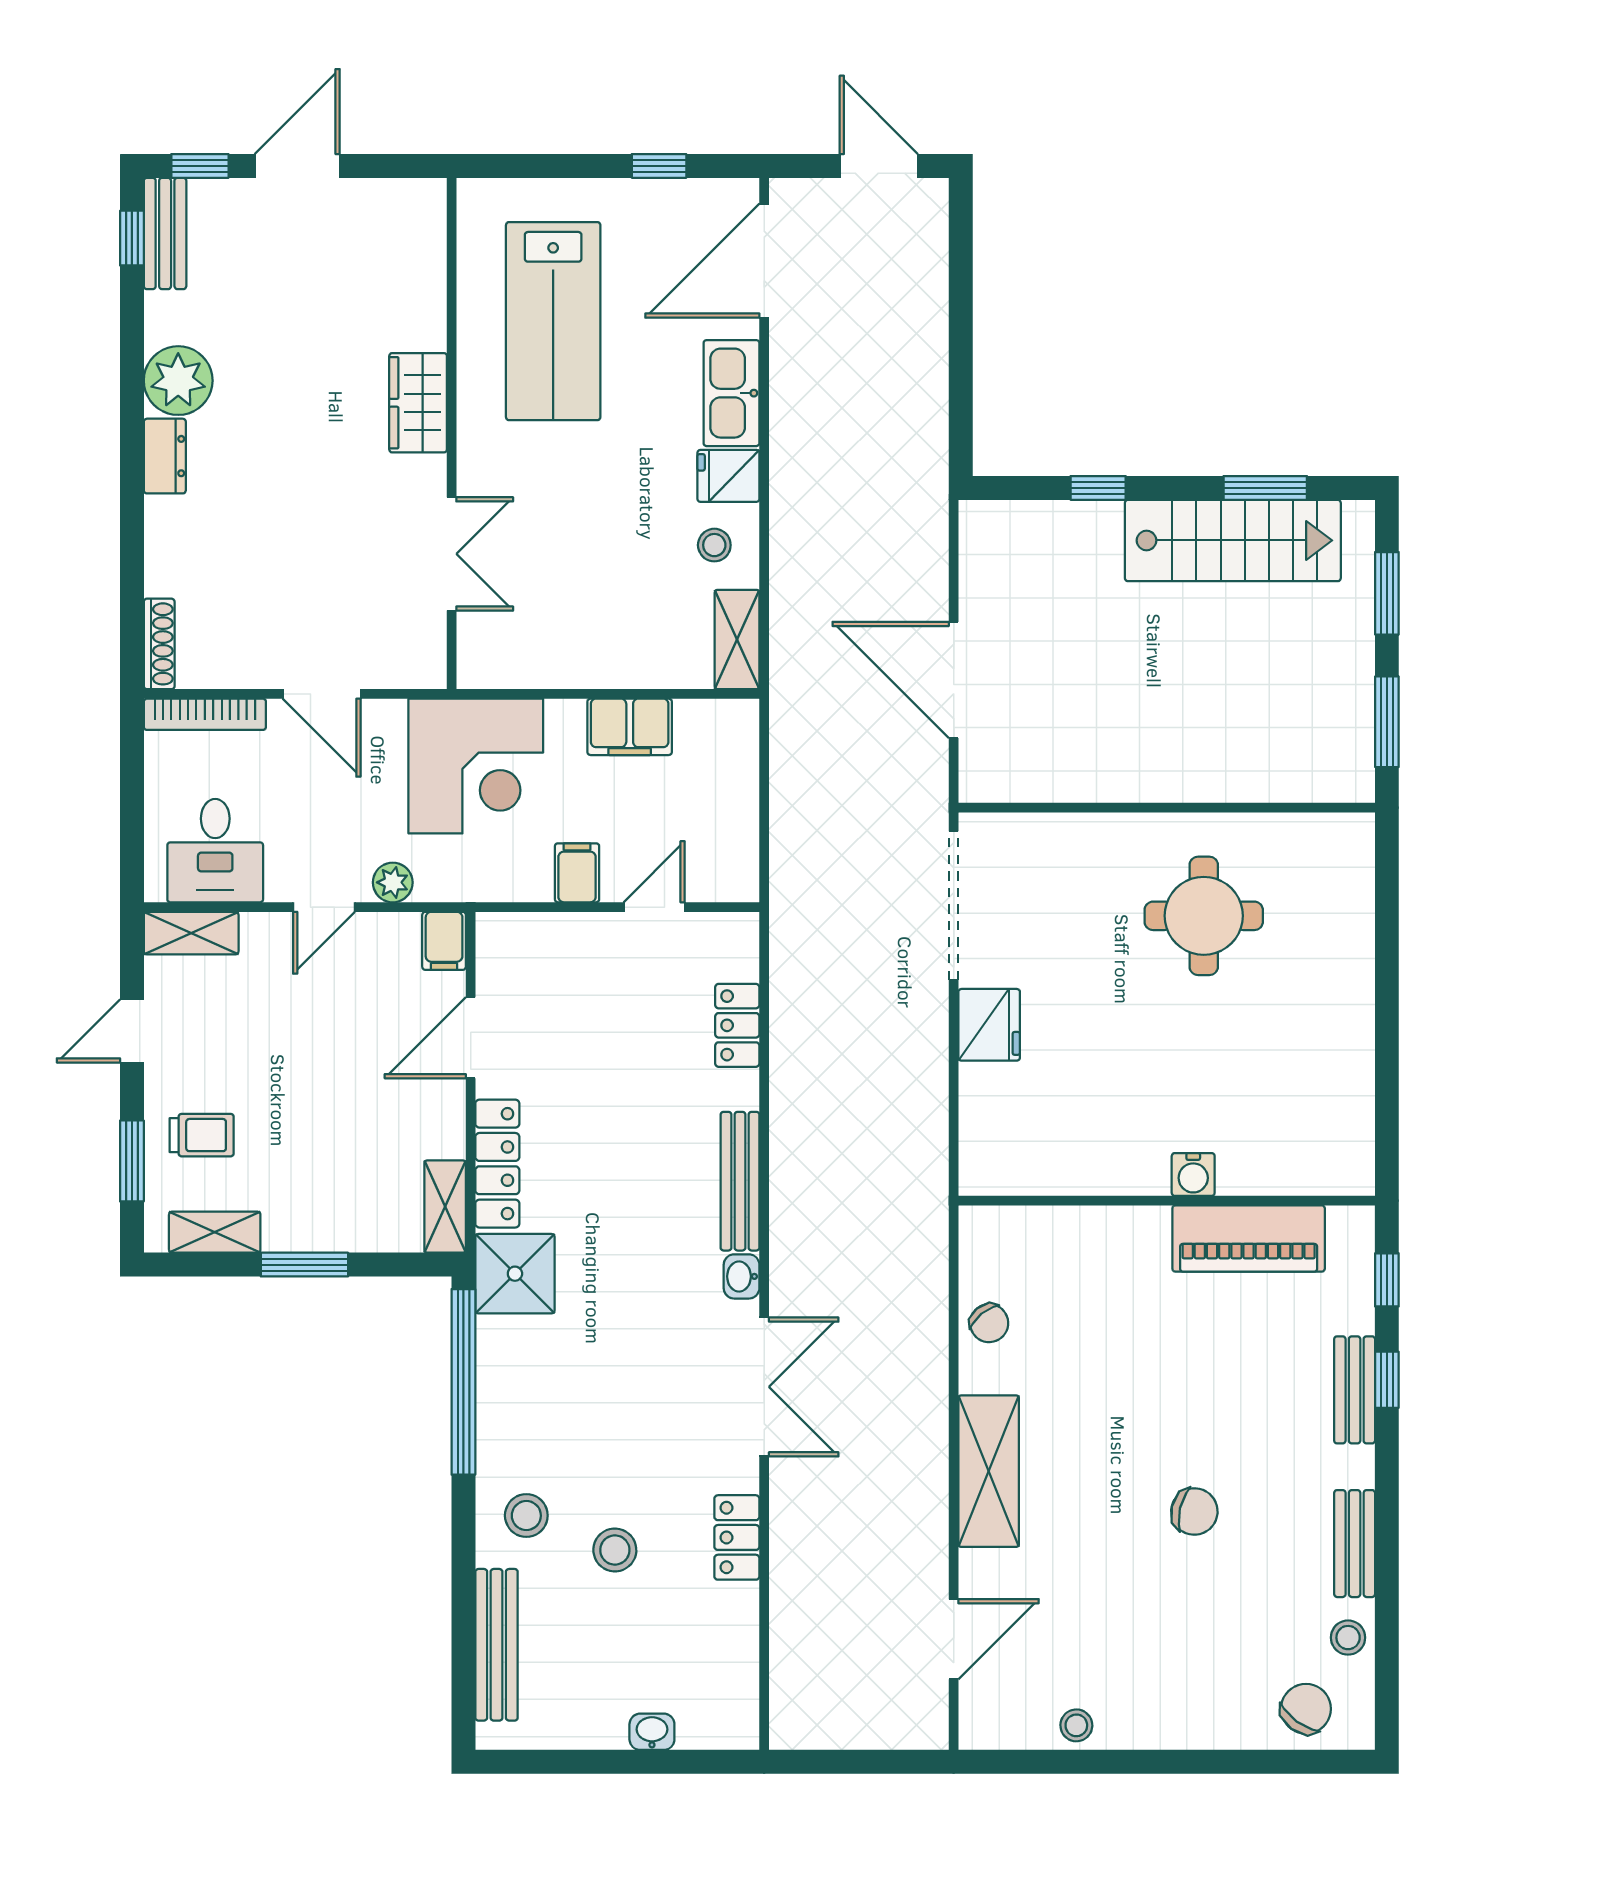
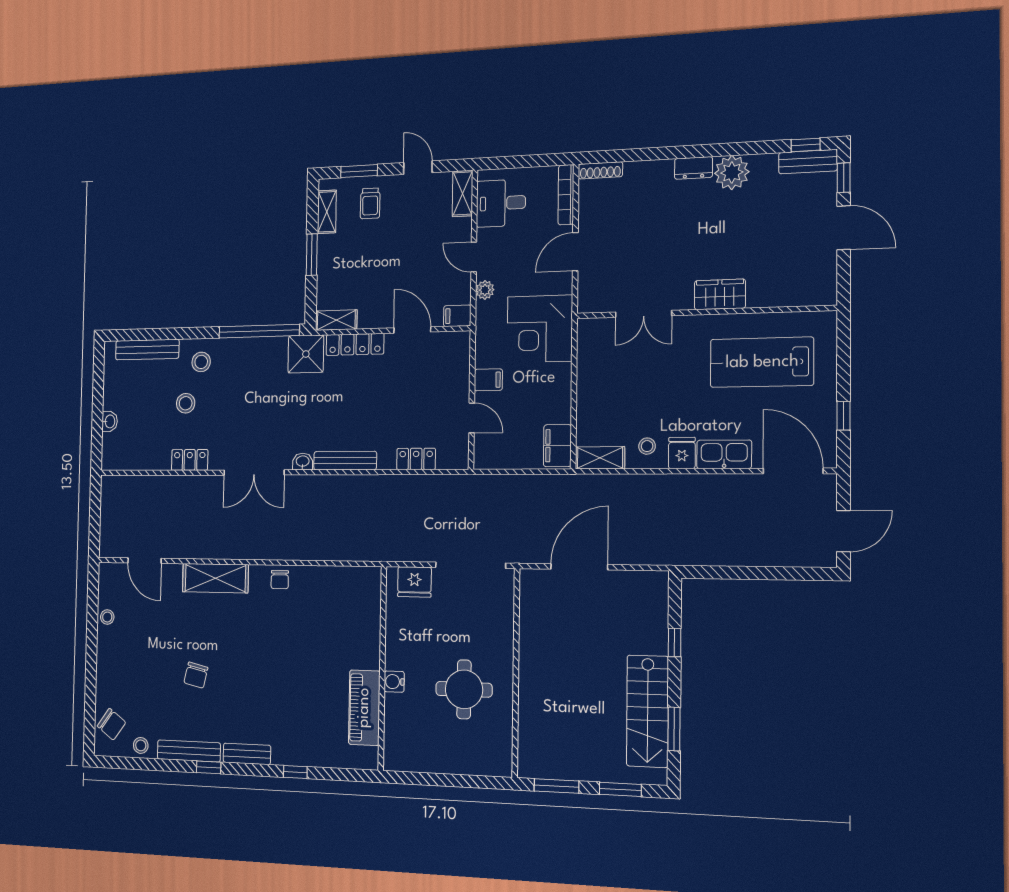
filing cabinet: (630, 727) -> (557, 446), moved
water cooler: (1193, 1174) -> (394, 682), moved
wall: (1167, 1201) -> (382, 668), moved
piano: (1249, 1239) -> (364, 708), moved
chair: (989, 1323) -> (280, 580), turned -51
window: (1387, 1380) -> (209, 767), moved
bench: (1355, 1544) -> (189, 751), width x1.36

